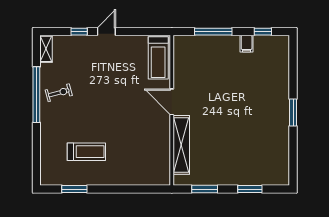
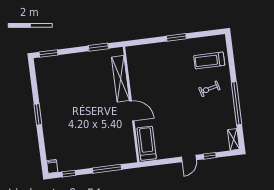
filing cabinet: (247, 44) -> (52, 166), moved
exercise bike: (59, 93) -> (209, 89), moved
treadmill: (86, 152) -> (209, 60), moved
window: (74, 189) -> (176, 37), moved
window: (250, 189) -> (48, 53), moved

